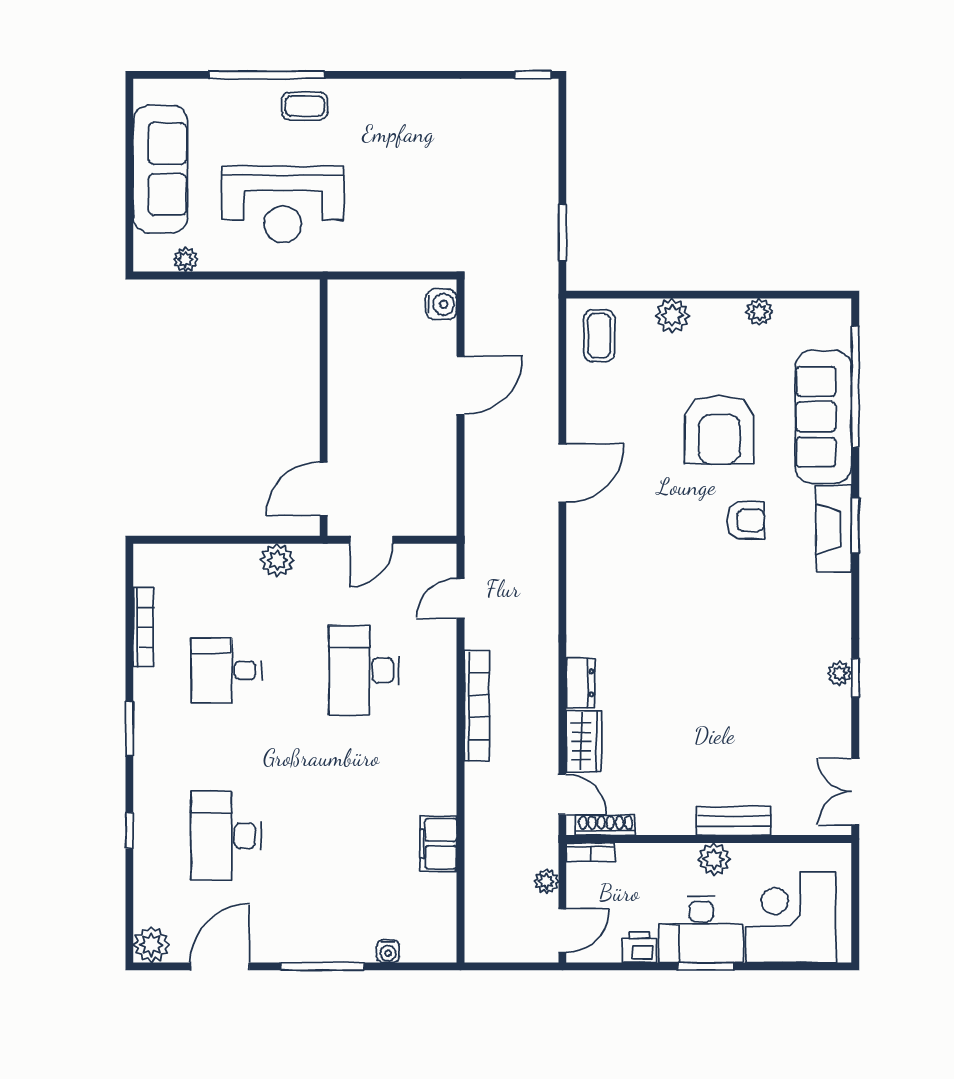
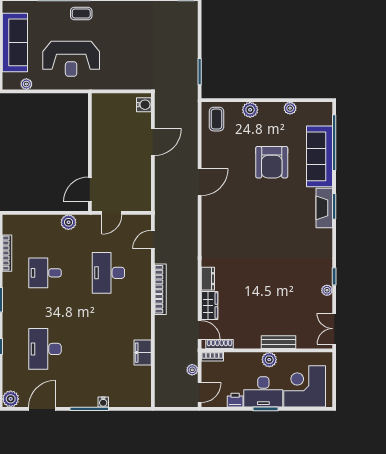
armchair: (746, 520) -> (284, 204), removed
plant: (840, 673) -> (327, 290), moved
water cooler: (388, 951) -> (103, 402), moved

